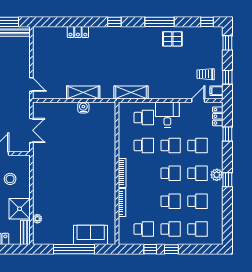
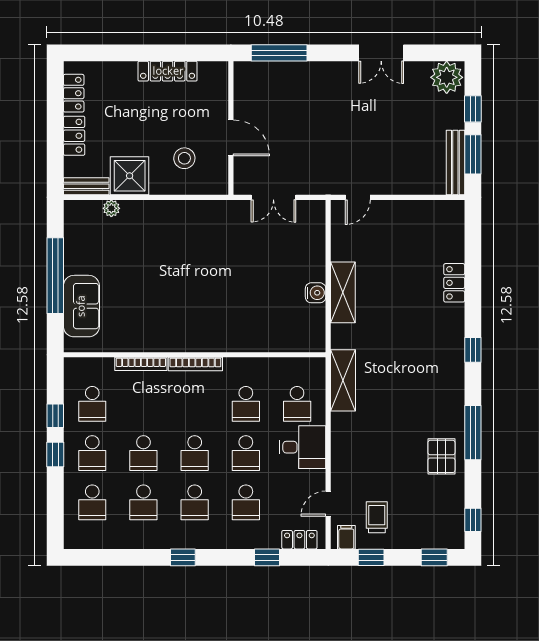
door: (198, 101) -> (328, 504), swing flipped
plant: (217, 175) -> (192, 538), removed

